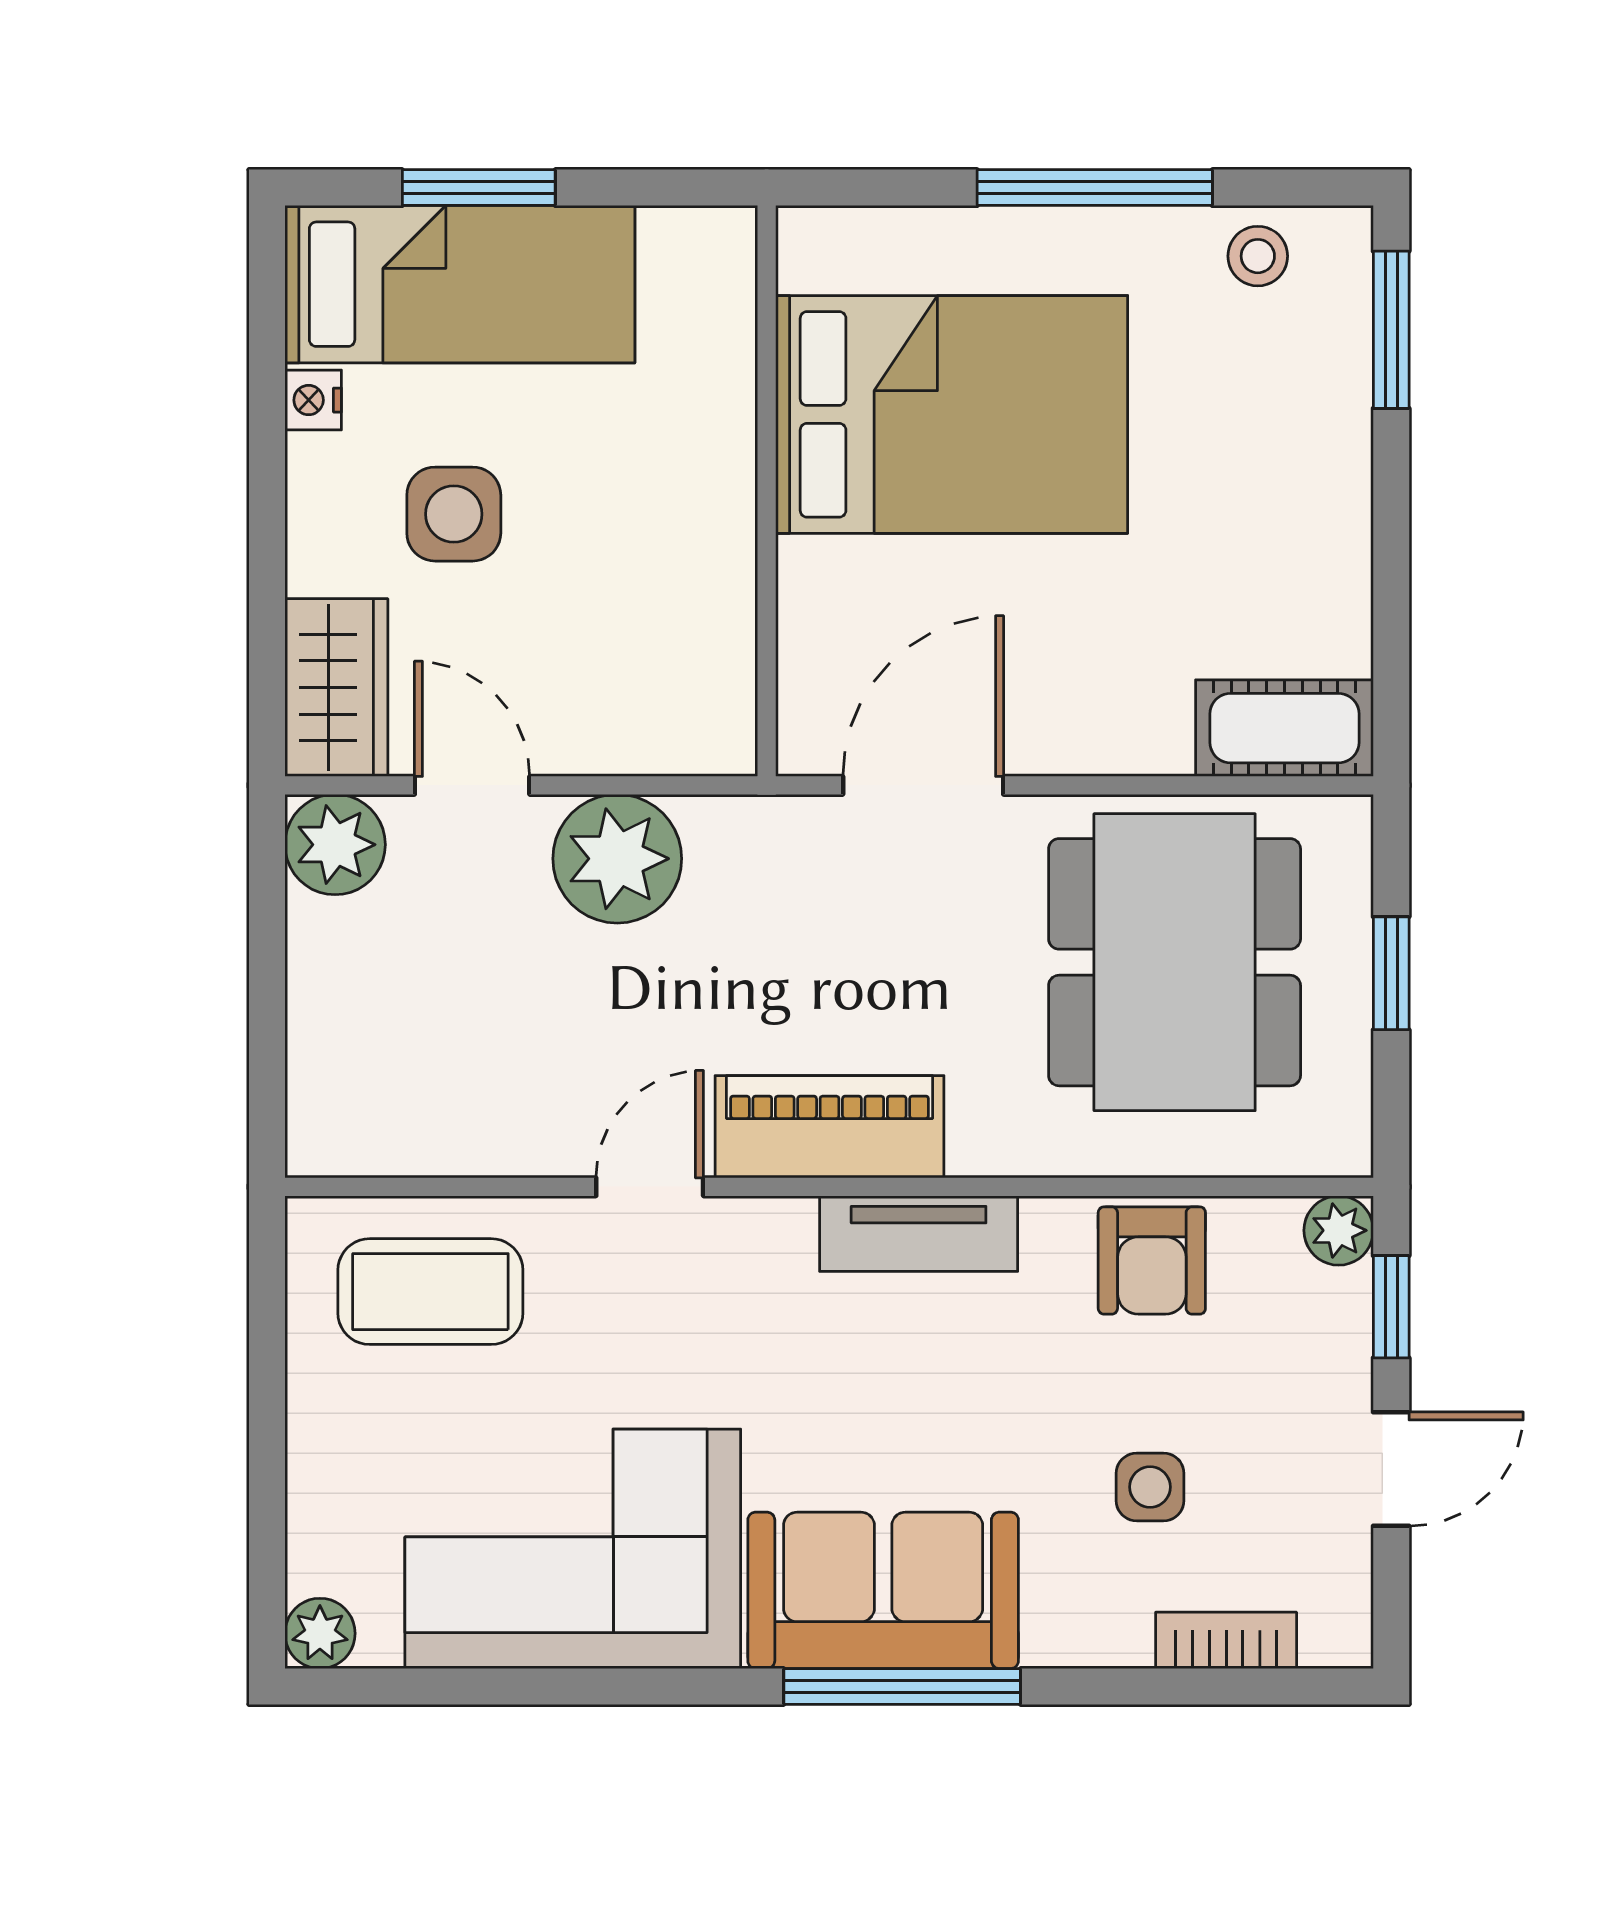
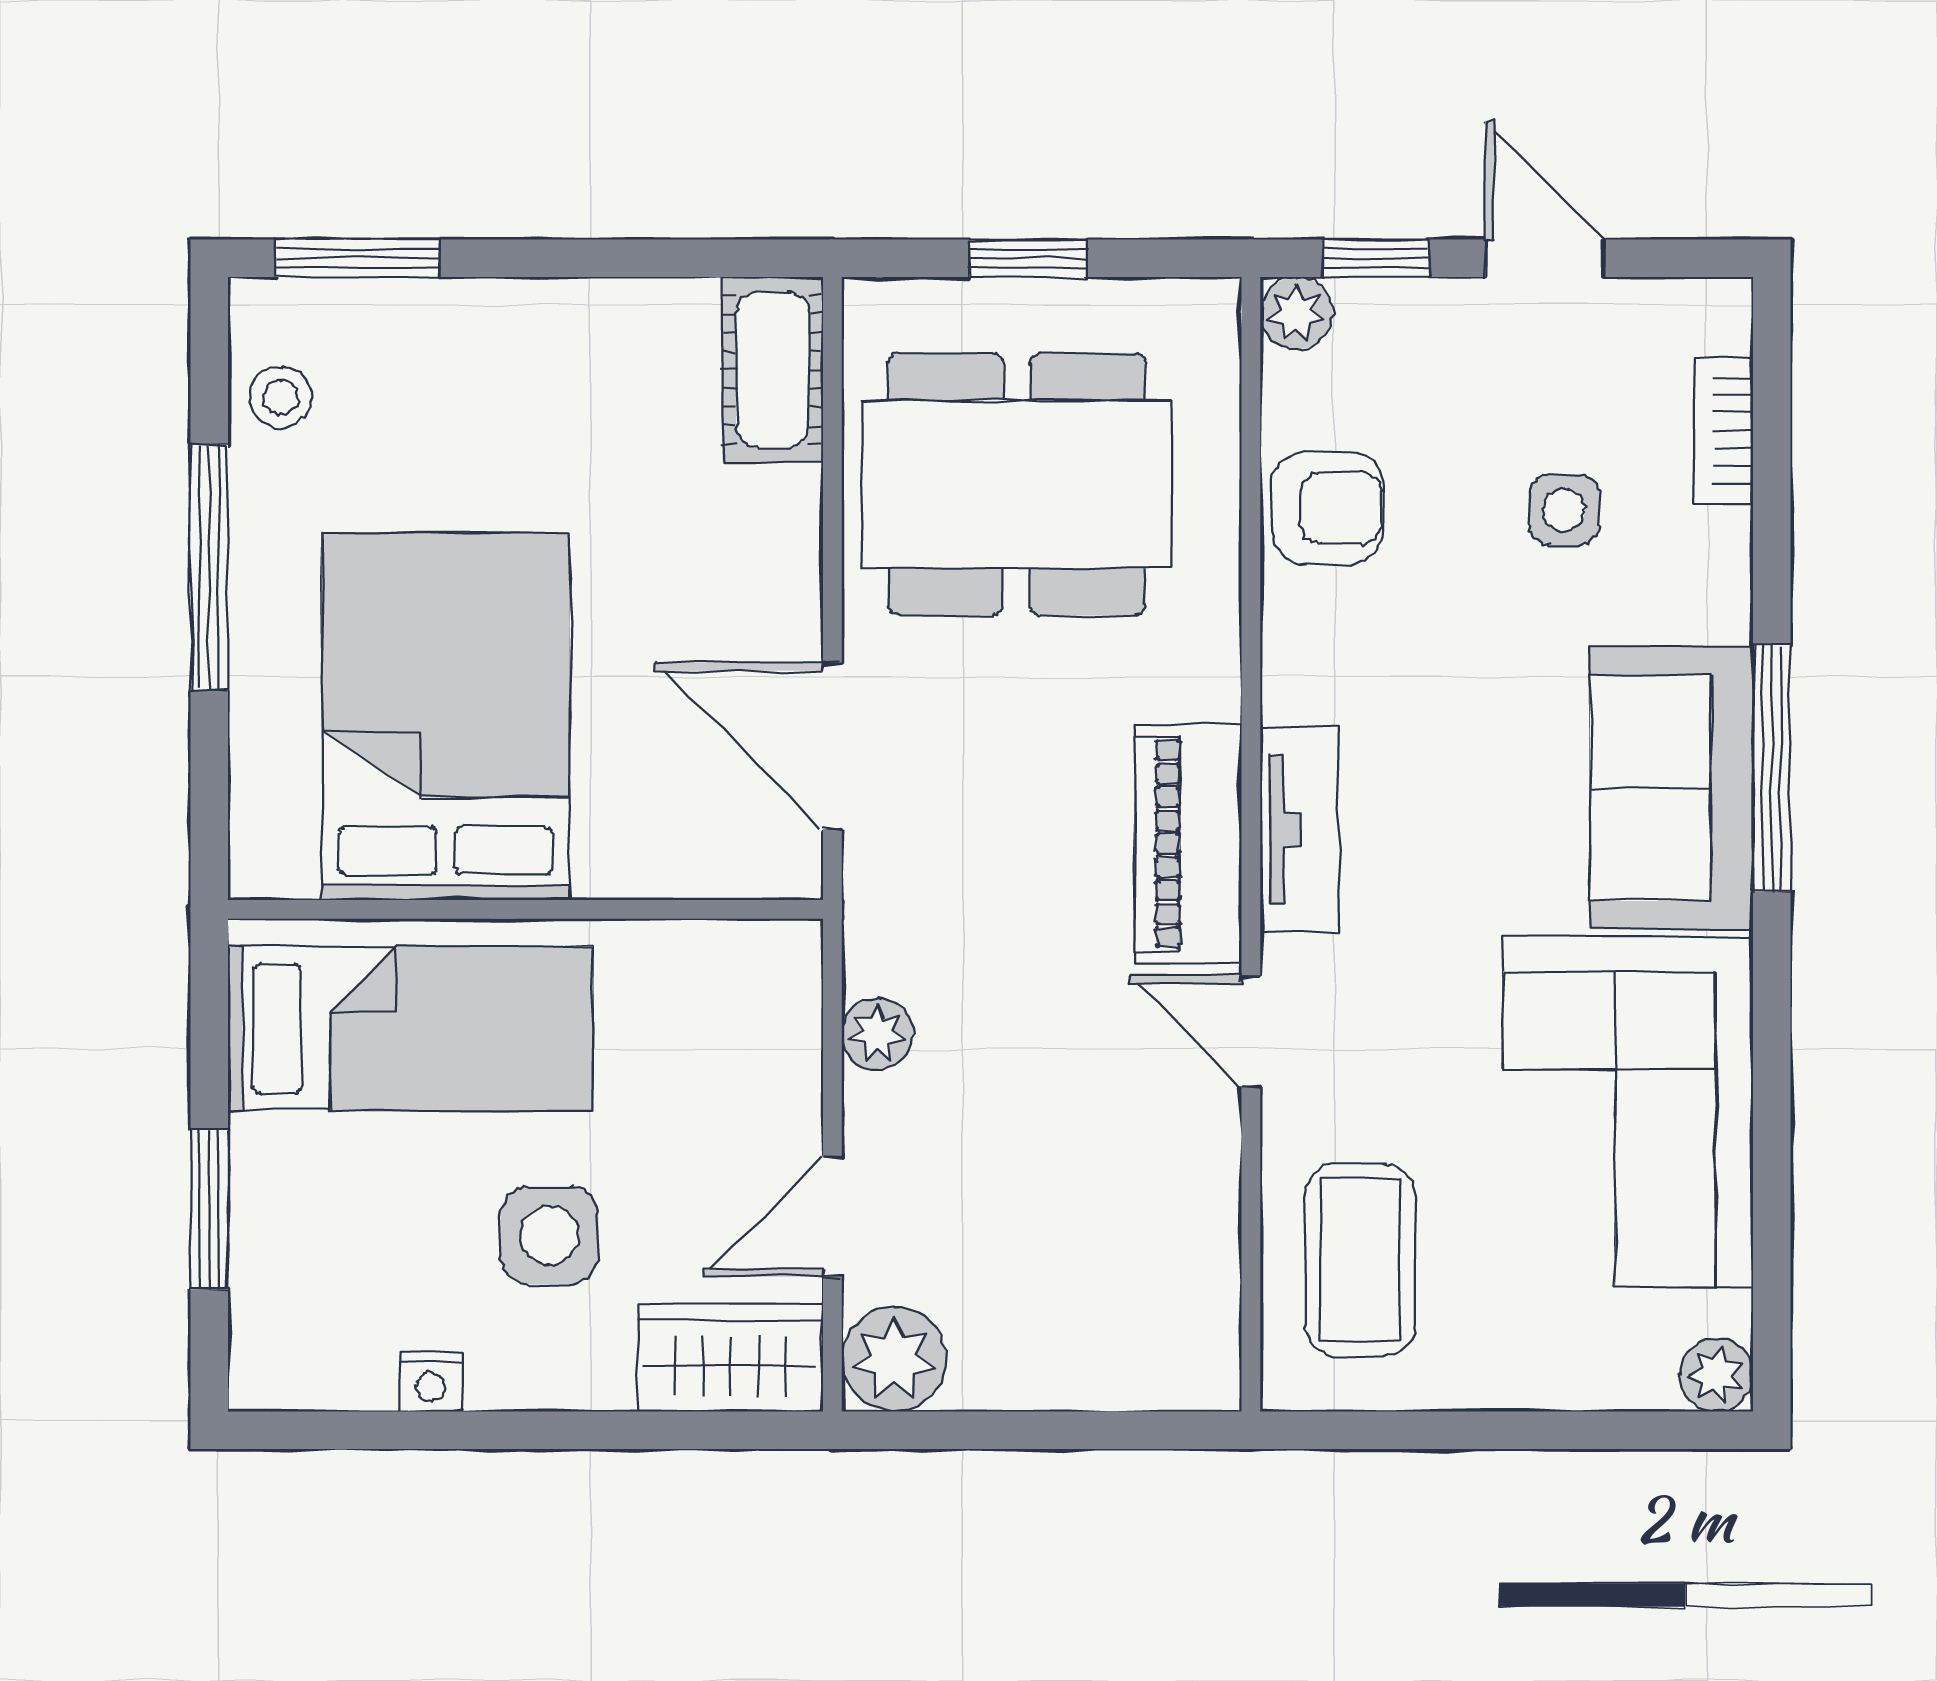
bed: (460, 284) -> (410, 1028), moved, turned 90
plant: (617, 859) -> (877, 1034), width x0.53, depth x0.53
tv unit: (919, 1234) -> (1300, 829), moved

